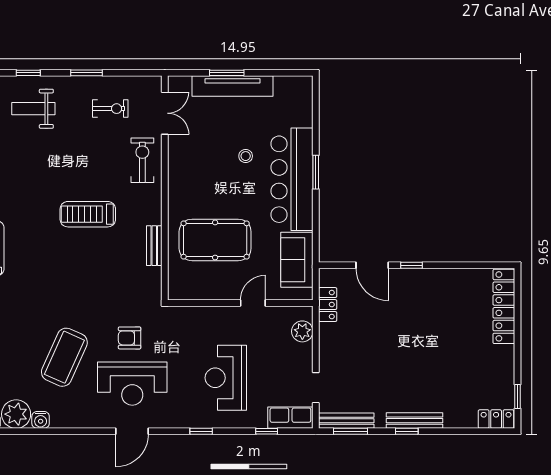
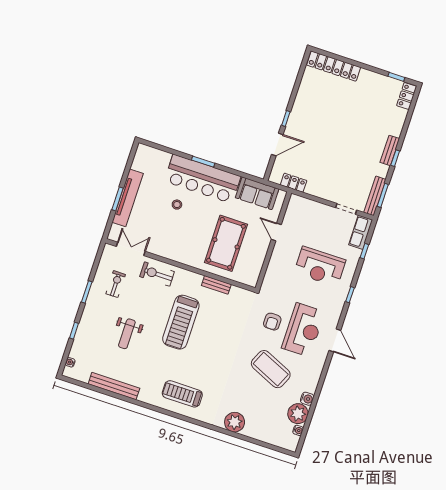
weight bench: (33, 109) -> (127, 334), moved
treadmill: (88, 214) -> (181, 322), width x1.37, depth x1.38
plant: (302, 331) -> (306, 205), removed
bench: (415, 421) -> (390, 150), width x0.73

